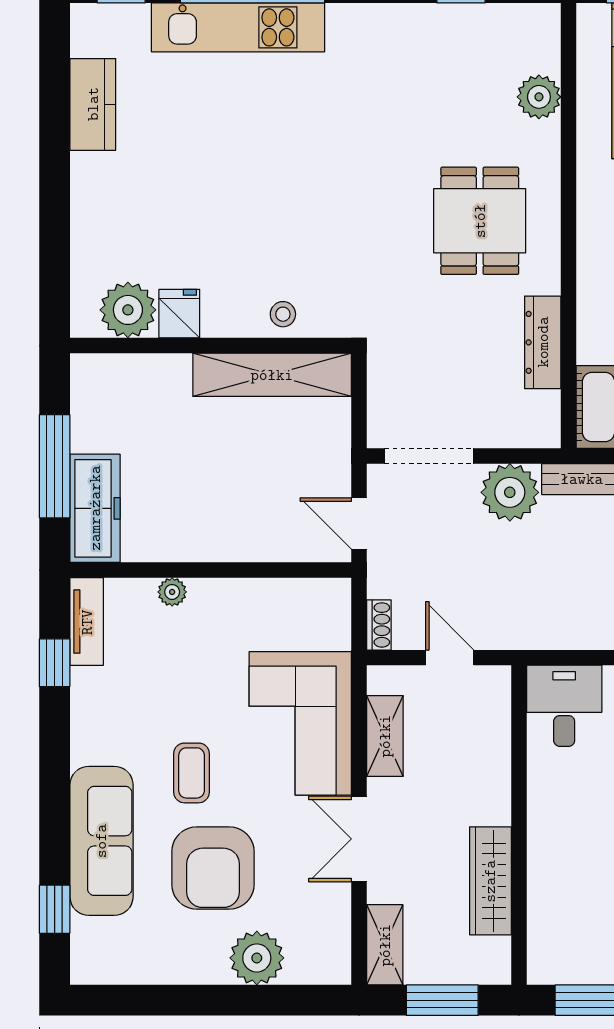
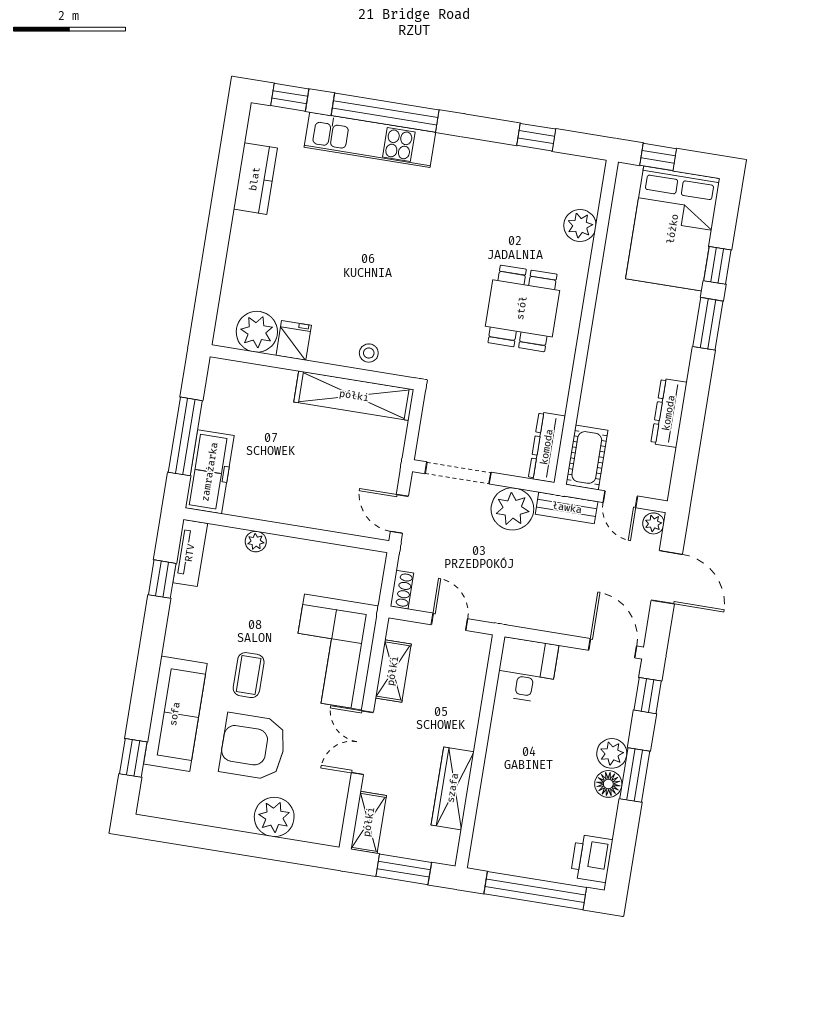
dresser: (543, 342) -> (547, 447), moved
armchair: (213, 868) -> (253, 747), turned 90

